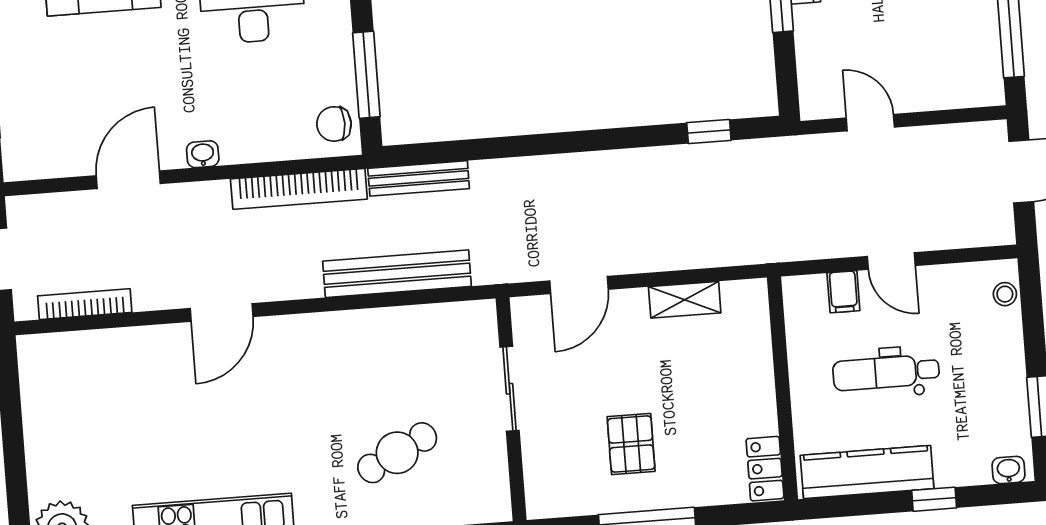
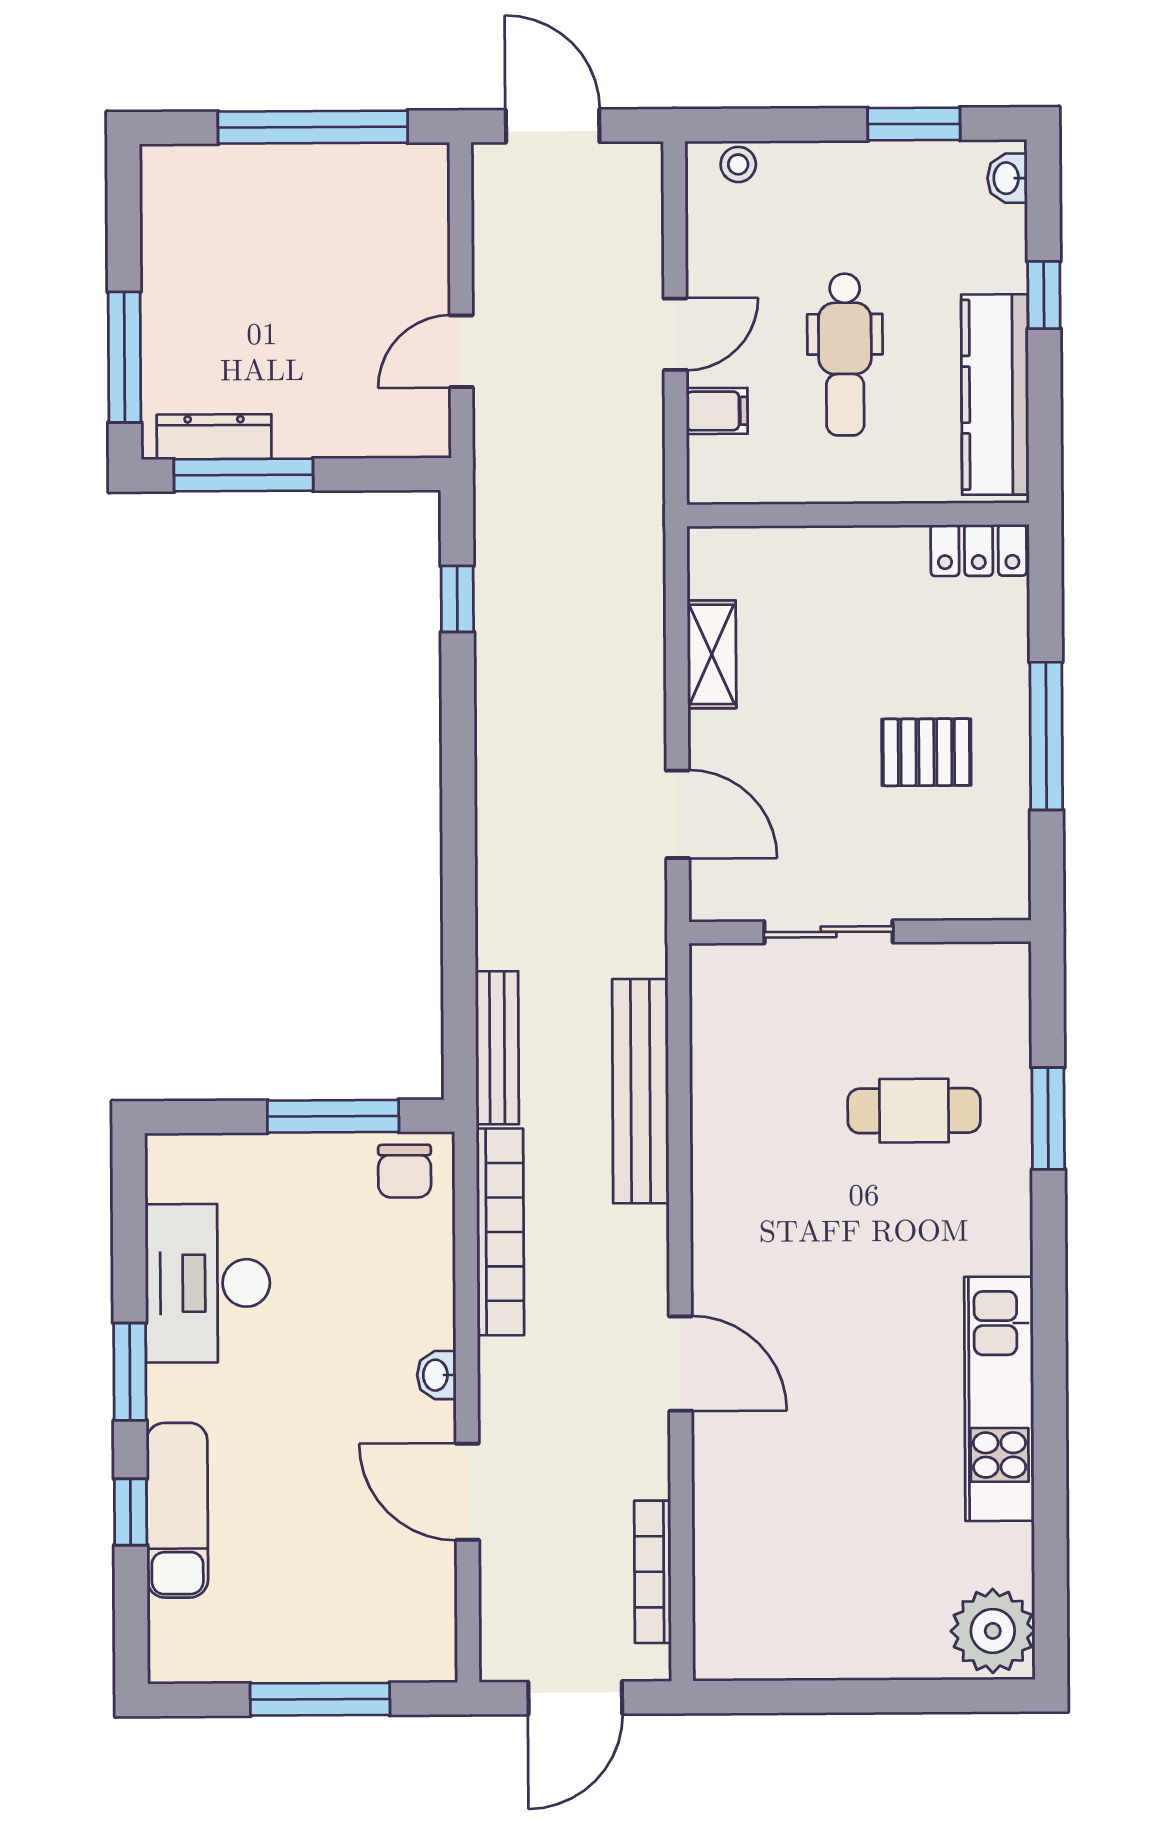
cafe table: (397, 453) -> (914, 1111), turned -63

